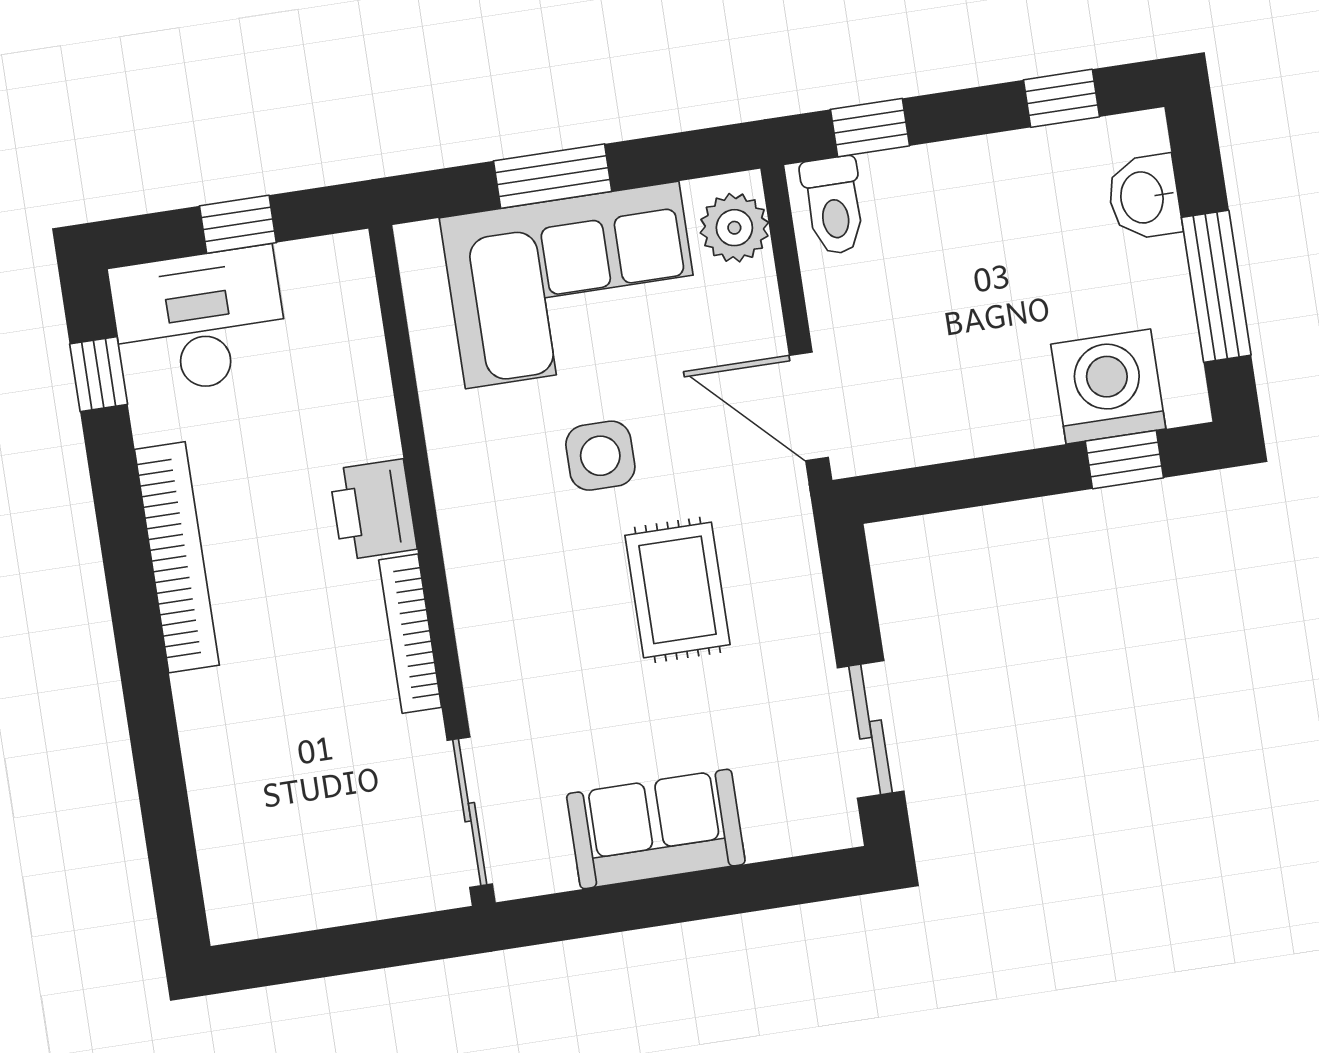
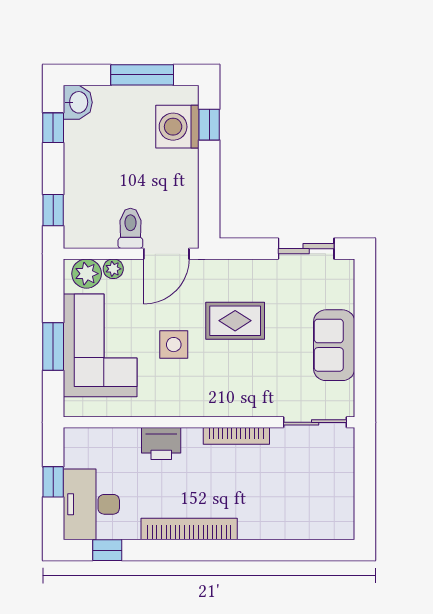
washbasin: (1144, 197) -> (78, 102), moved, turned -90
toilet: (834, 206) -> (130, 228), moved, turned -90
plant: (755, 288) -> (113, 269), added
printer: (373, 510) -> (161, 444), moved

